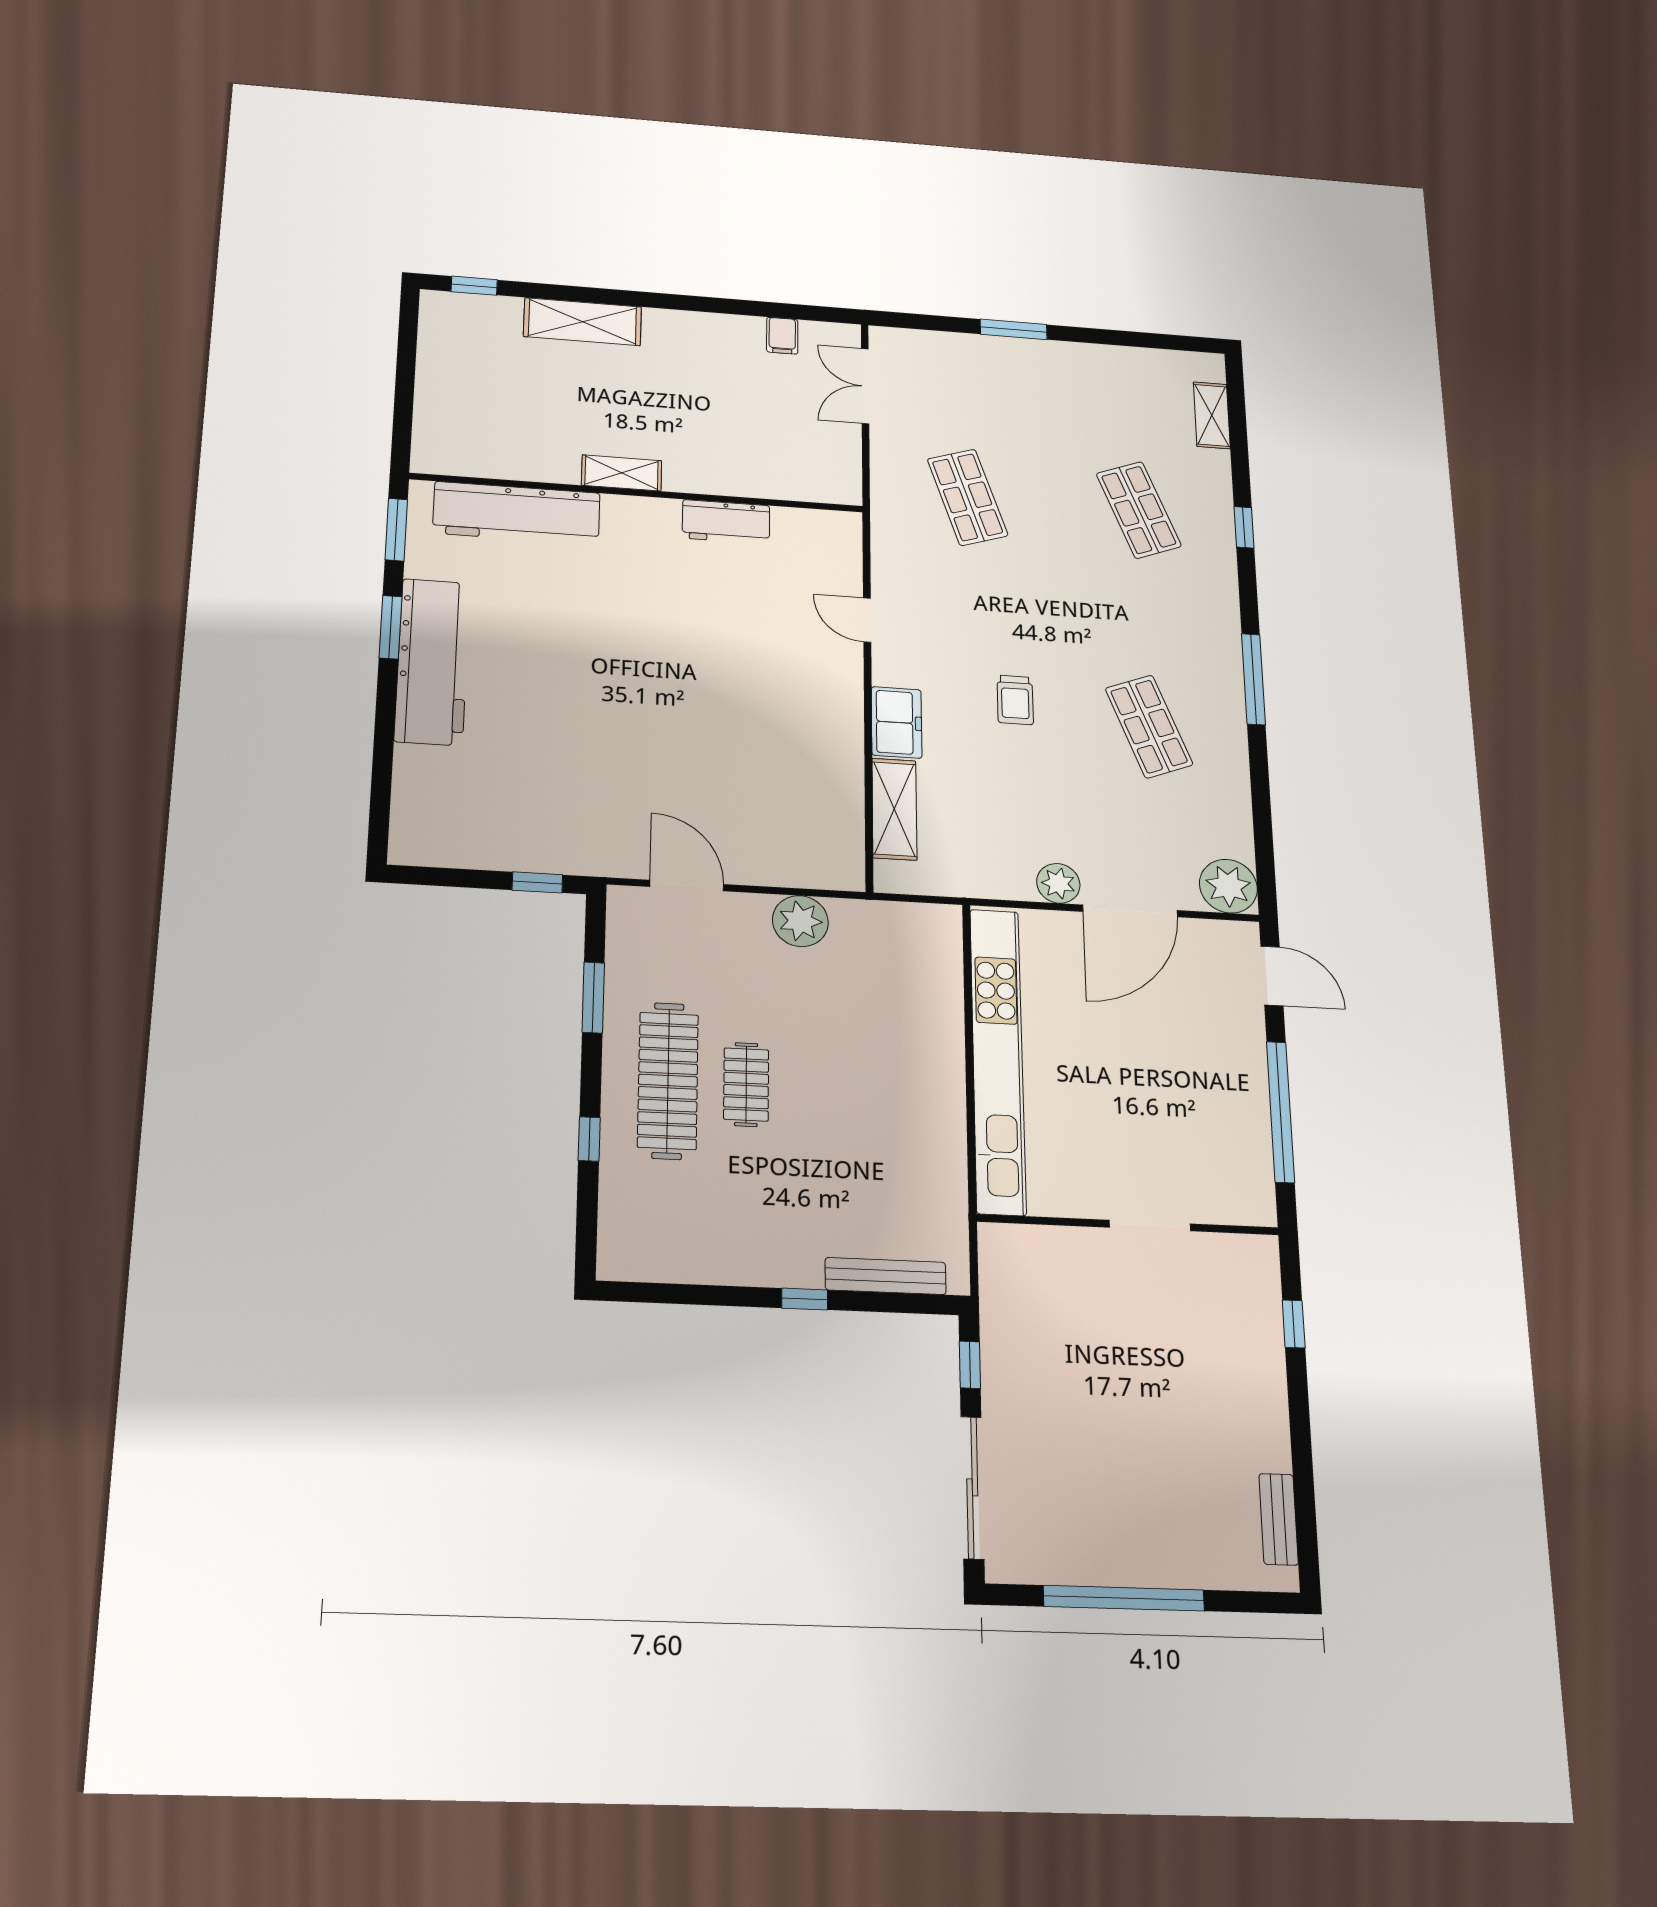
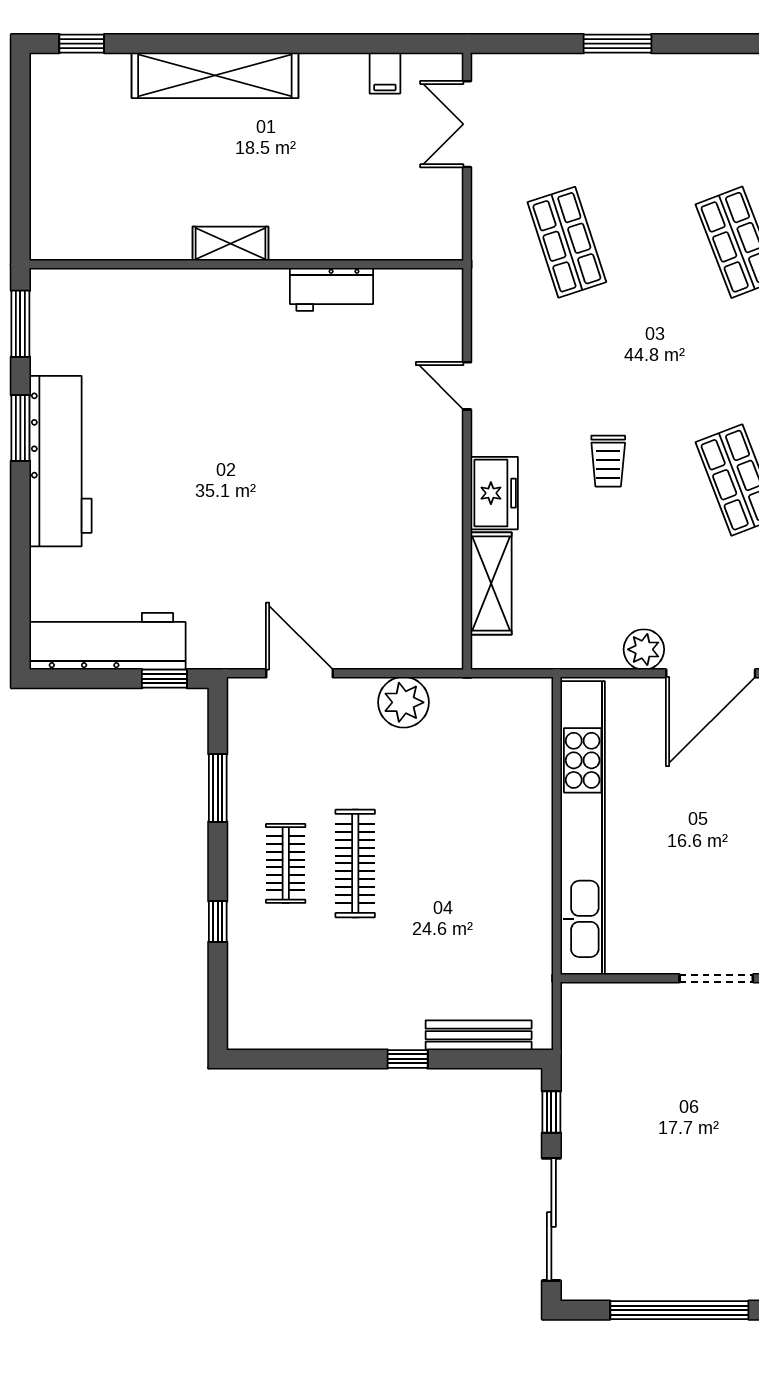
shelving: (583, 322) -> (215, 75), width x1.47
workbench: (517, 513) -> (107, 641), moved, turned 180
clothes rail: (668, 1081) -> (286, 863), width x0.54, depth x0.76
clothes rail: (746, 1084) -> (355, 863), width x1.36

